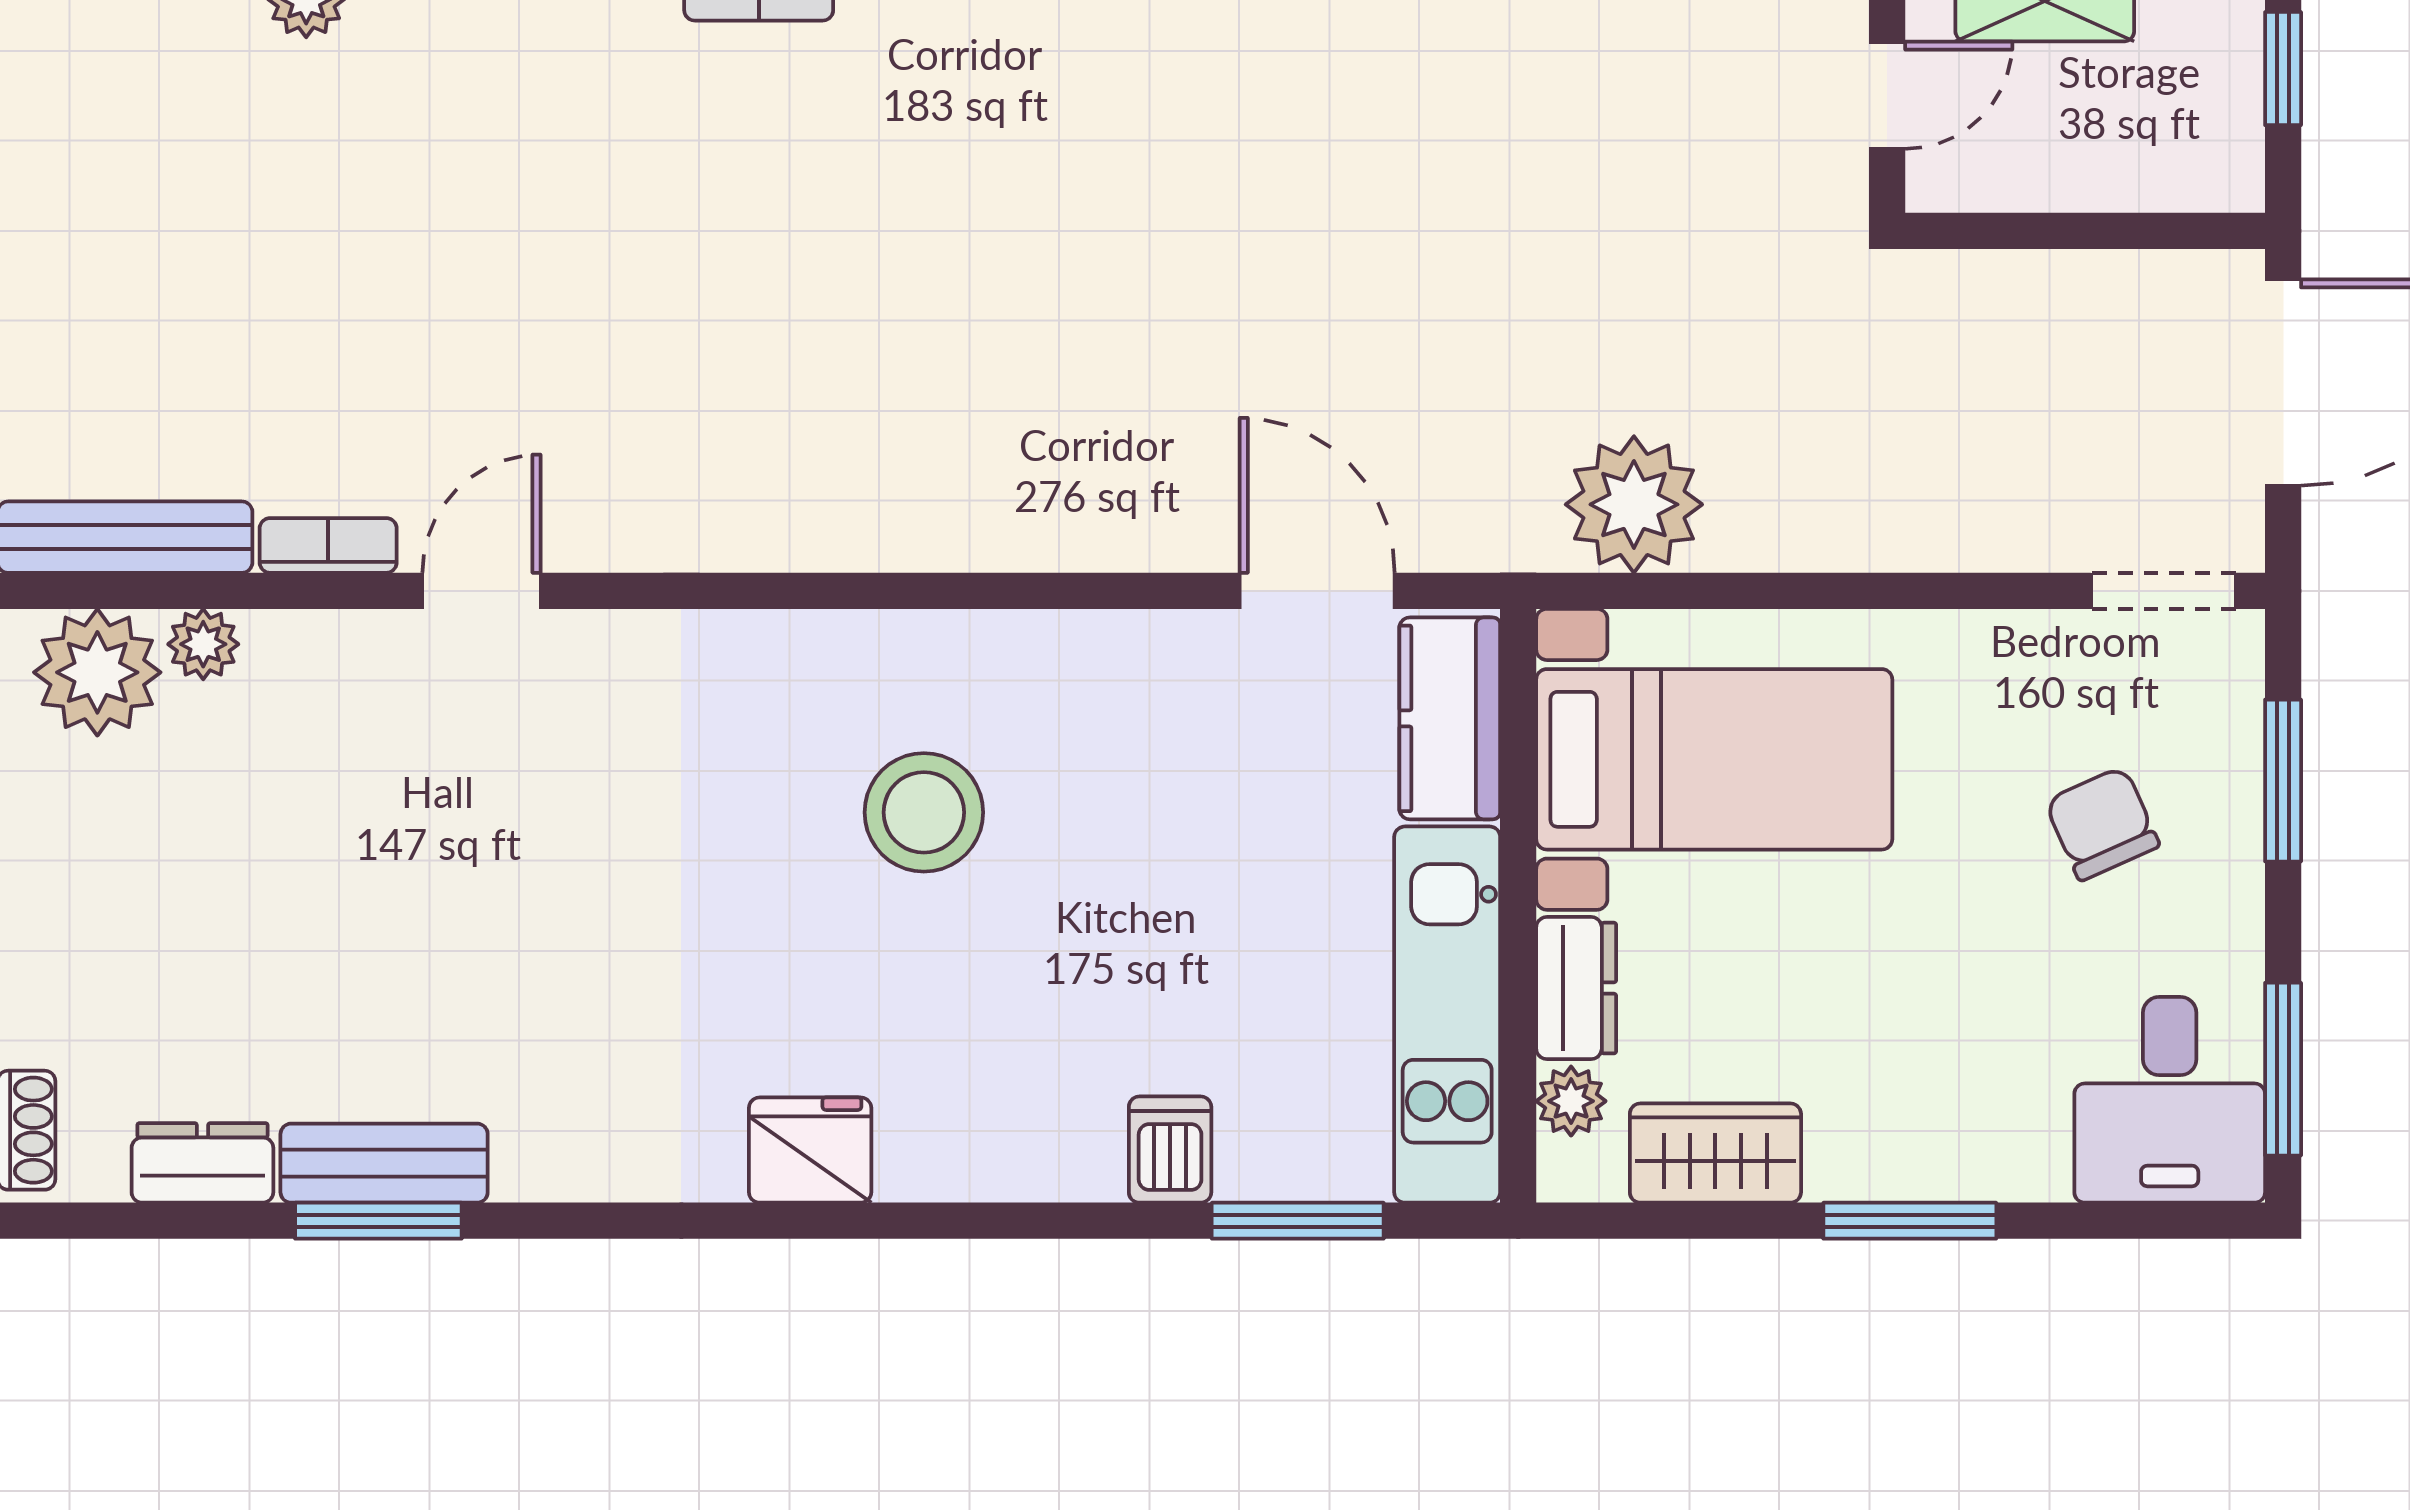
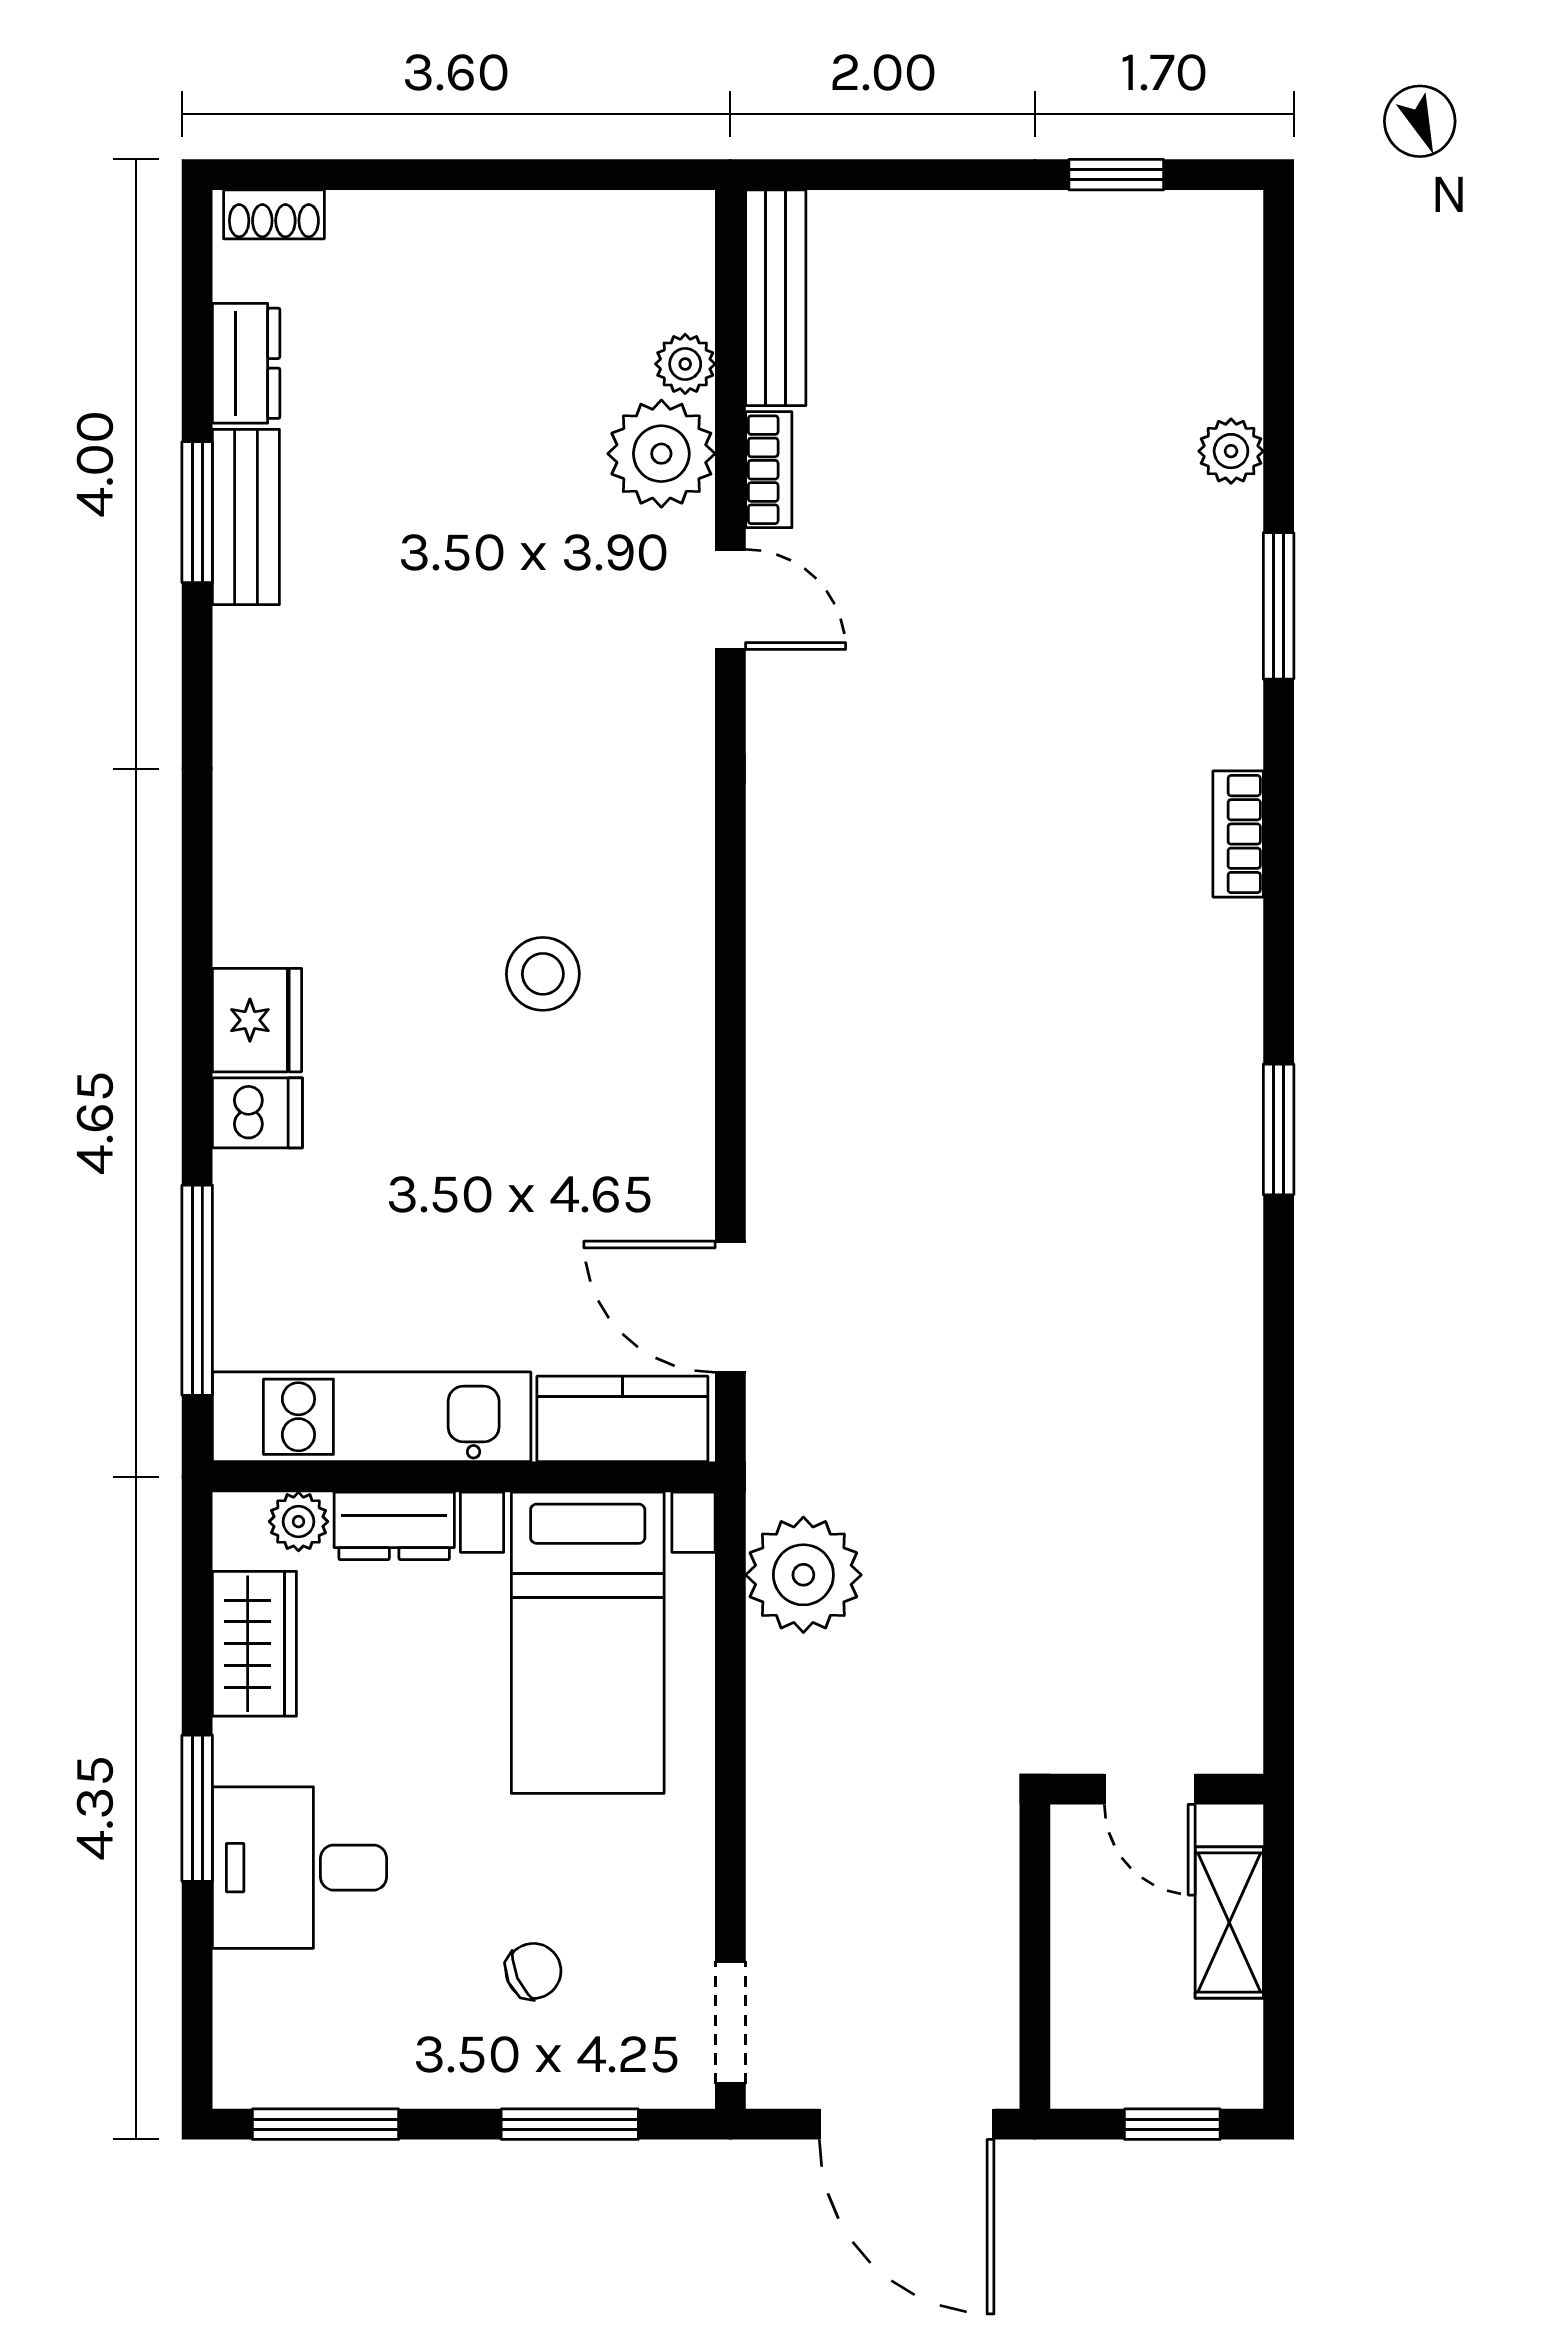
door: (1317, 591) -> (730, 1307), swing flipped
plant: (97, 672) -> (661, 454), moved
stool: (924, 812) -> (543, 974), width x0.73, depth x0.73
chair: (2102, 823) -> (533, 1971), width x0.73, depth x0.73
desk: (2170, 1100) -> (300, 1868), moved
fridge: (810, 1150) -> (257, 1020), moved
dishwasher: (1170, 1150) -> (257, 1113), moved
window: (1298, 1221) -> (197, 1290), width x1.44

